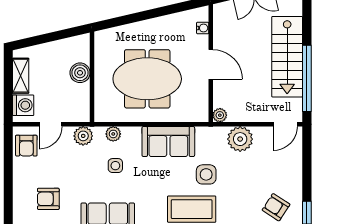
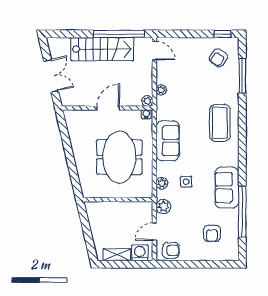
water cooler: (203, 28) -> (146, 114), moved
boiler: (80, 73) -> (115, 209), removed
door: (51, 124) -> (154, 232), swing flipped
plant: (240, 139) -> (161, 90), width x0.53, depth x0.53
side table: (206, 174) -> (193, 112), removed

